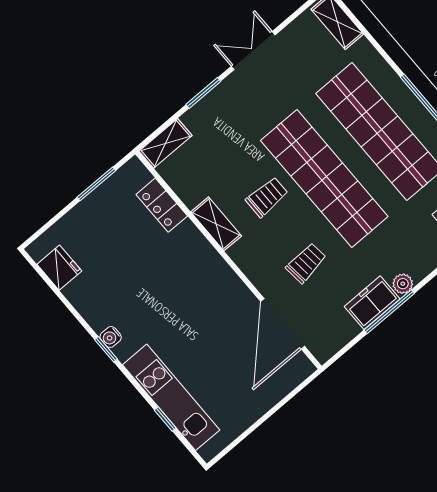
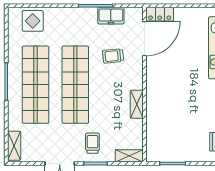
trolley: (267, 197) -> (92, 143), moved, turned 90
locker: (162, 205) -> (160, 14), moved, turned 90
plant: (403, 284) -> (80, 13), removed
freezer: (372, 303) -> (111, 16), moved

